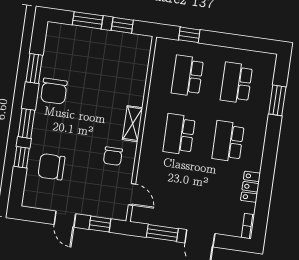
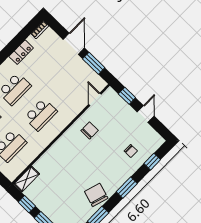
chair: (54, 91) -> (96, 195), turned -73
shelving: (133, 124) -> (27, 179), moved
window: (22, 157) -> (152, 162), moved
chair: (51, 167) -> (131, 151), width x0.54, depth x0.54

